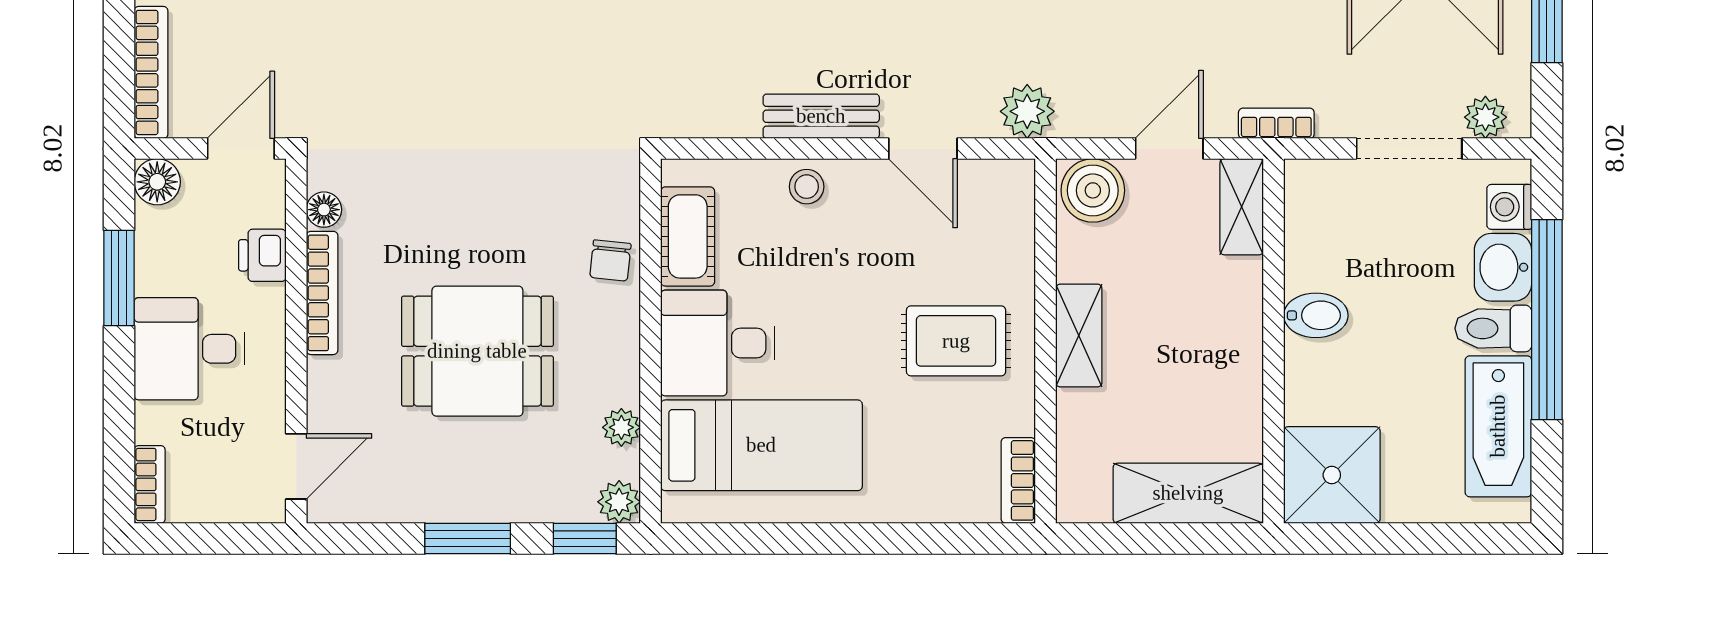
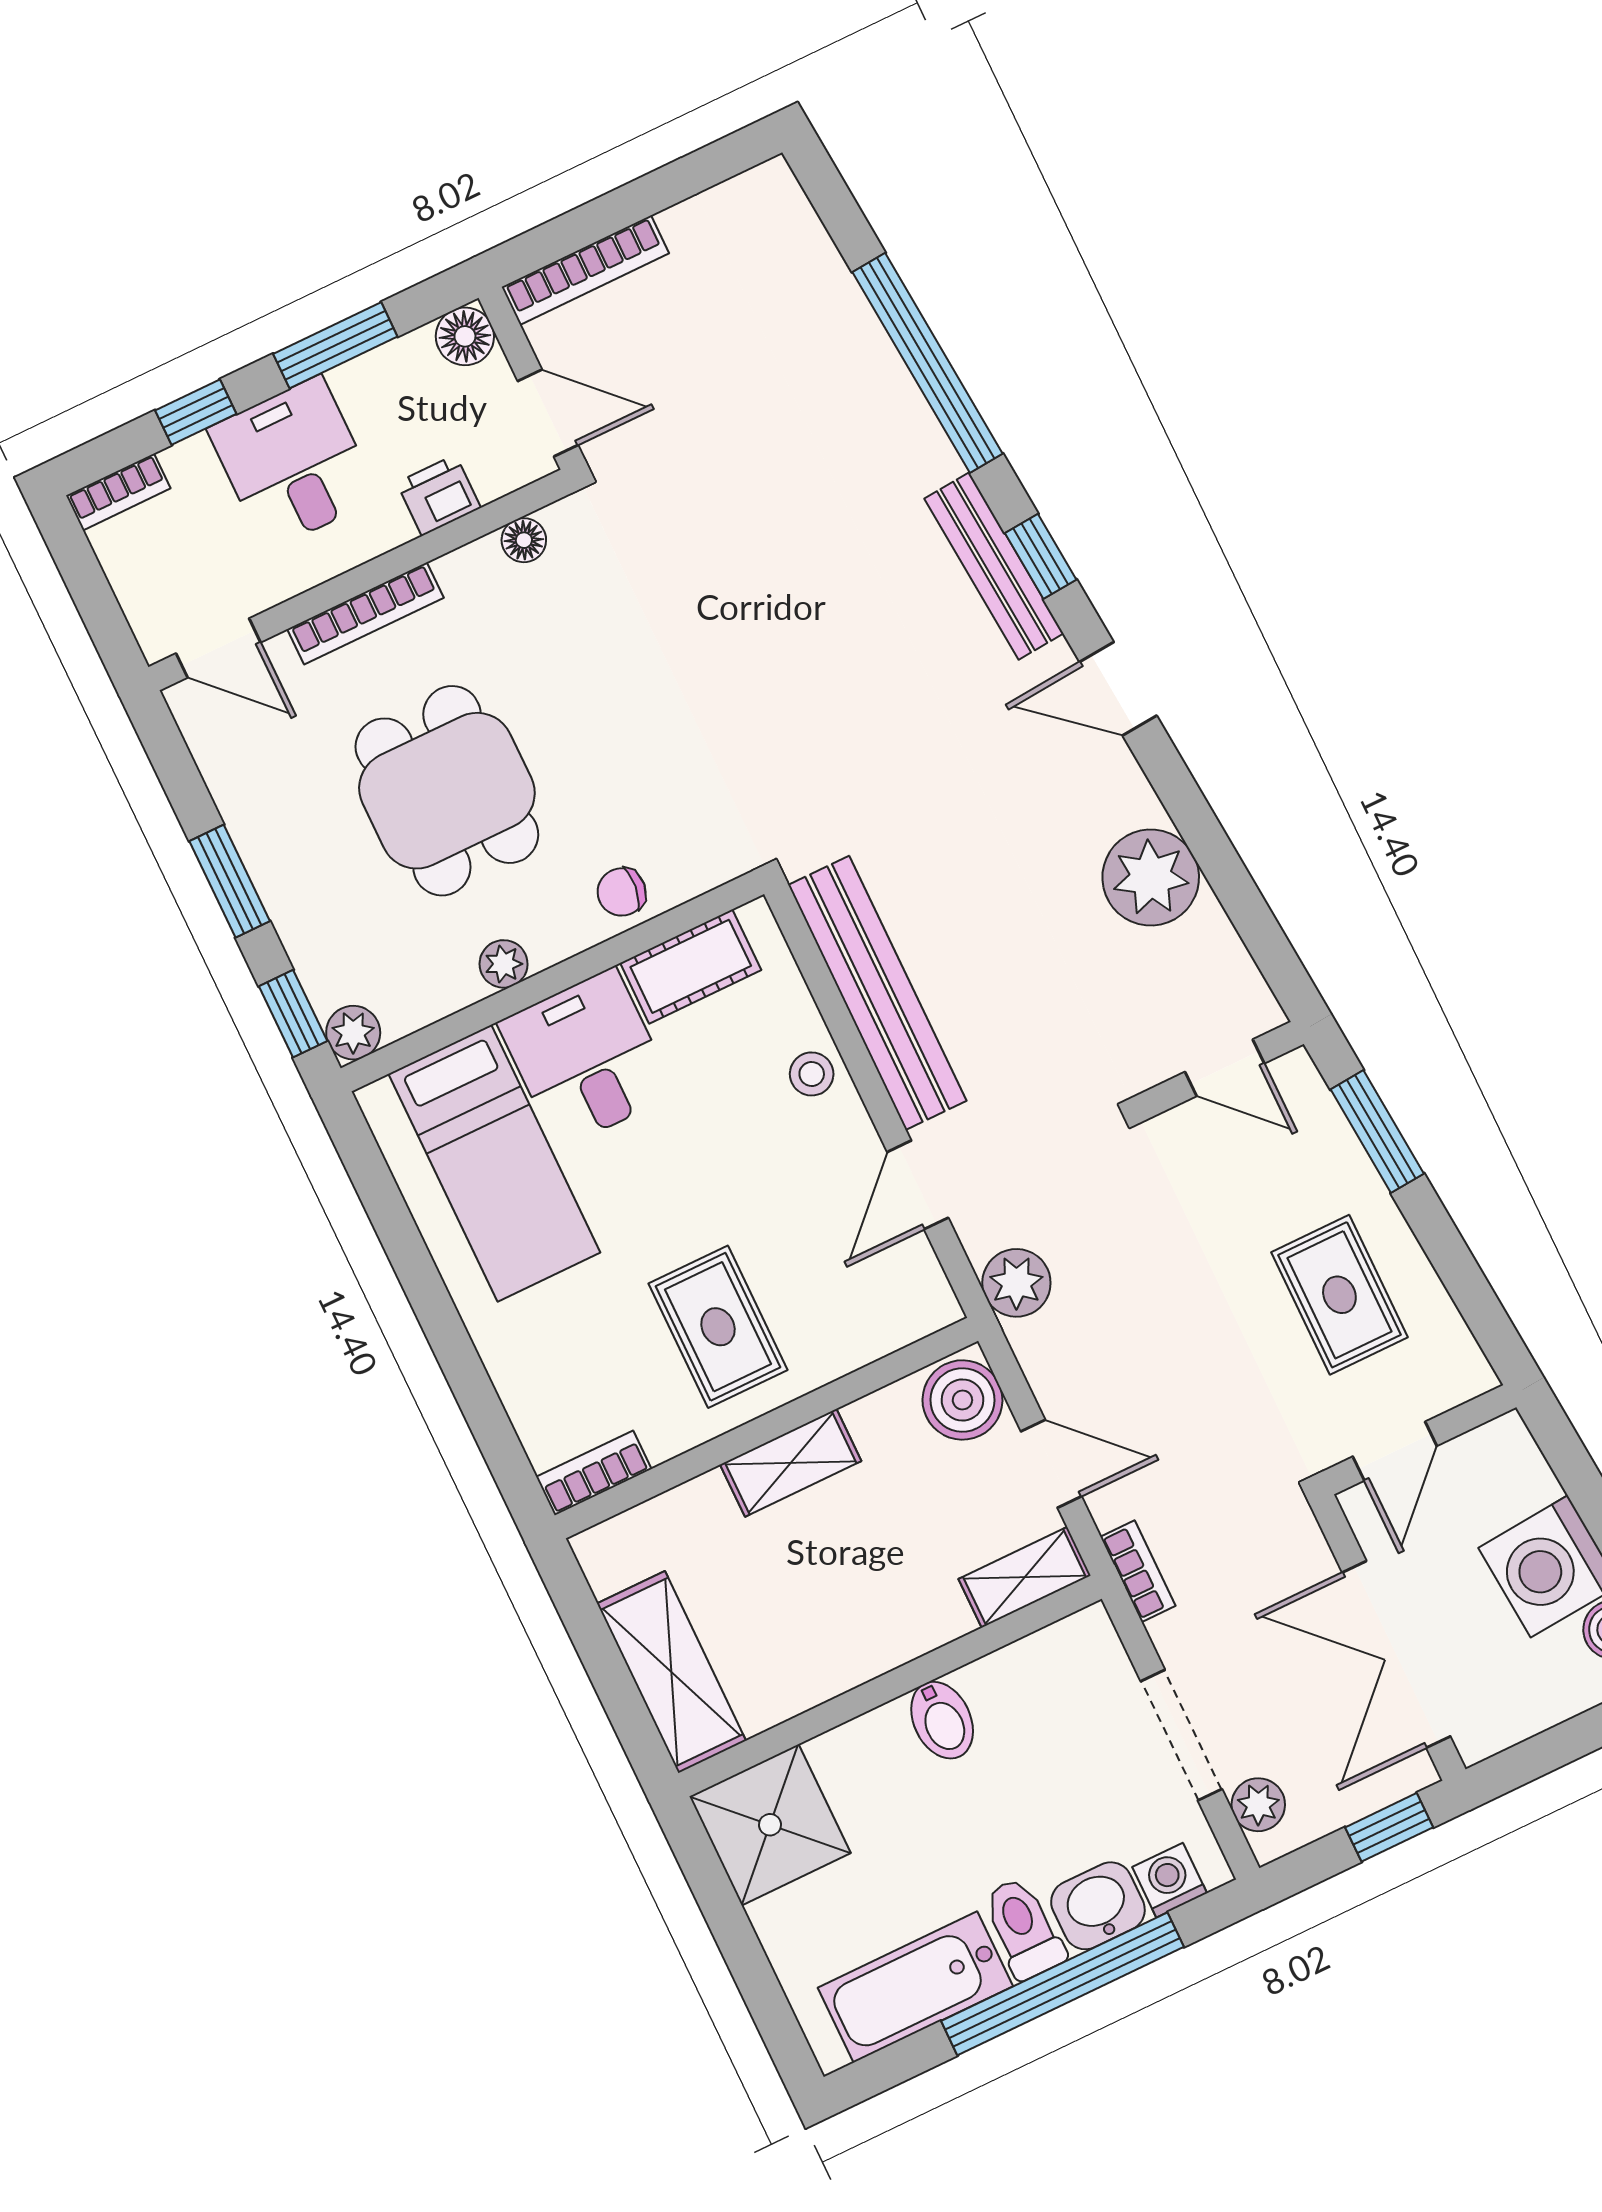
bench: (821, 116) -> (877, 993), width x1.86, depth x1.21
bookcase: (322, 293) -> (365, 613), moved
window: (119, 401) -> (196, 412), added
plant: (621, 427) -> (504, 964), moved

